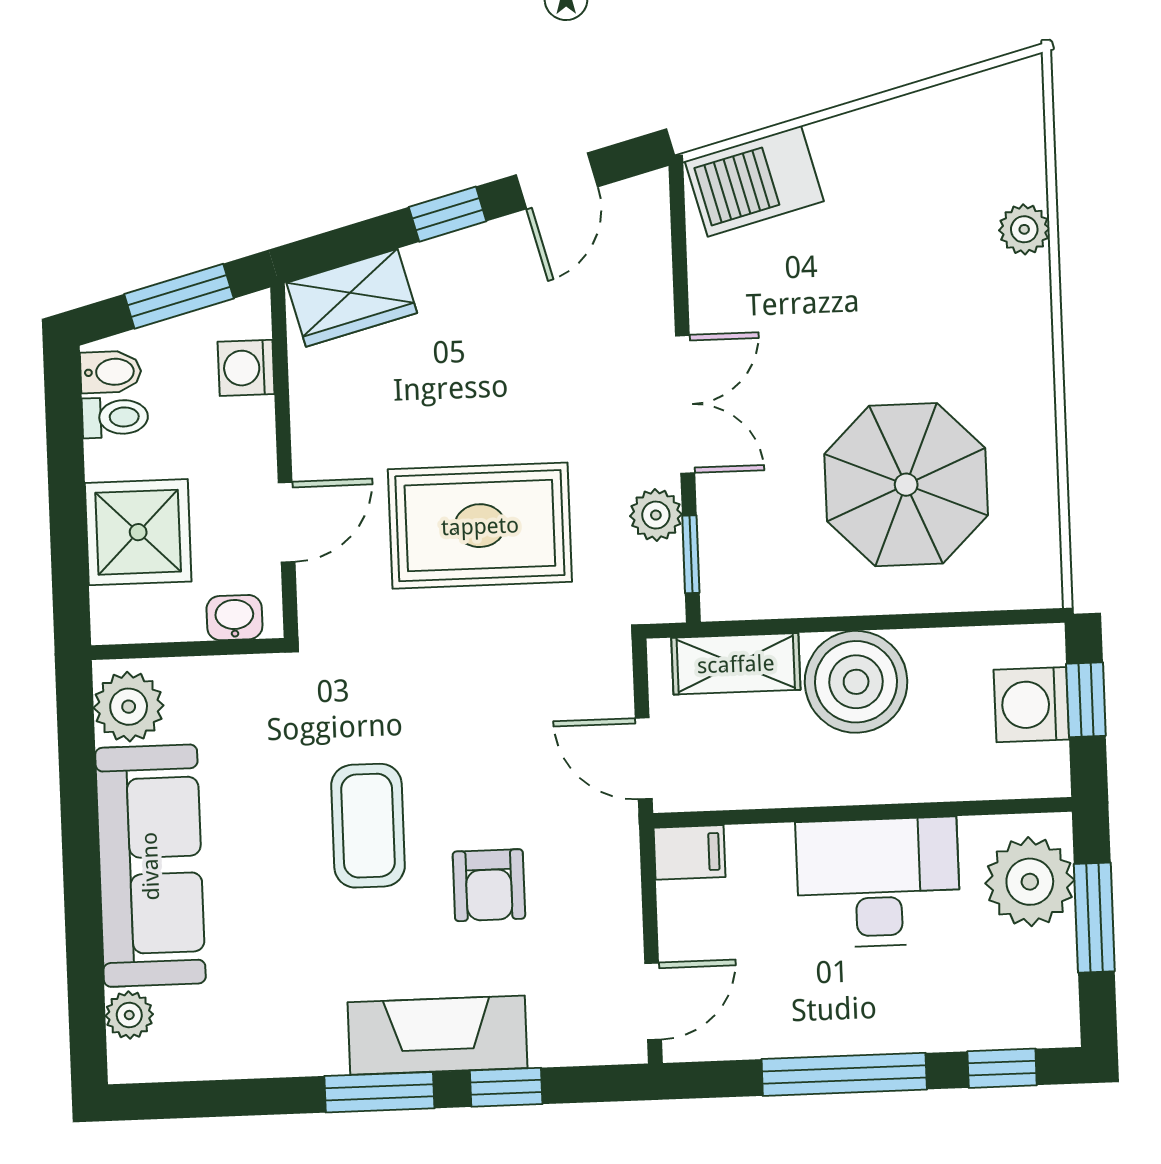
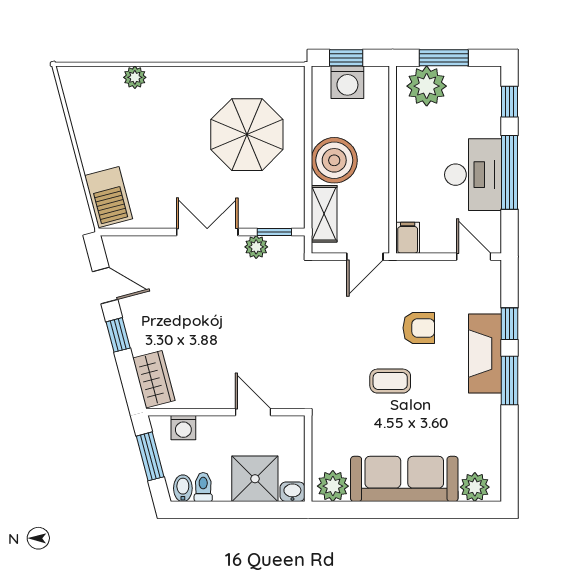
rug: (480, 526) -> (258, 326), removed
washbasin: (234, 618) -> (292, 492), moved, turned 90
coffee table: (368, 826) -> (390, 381), width x0.73, depth x0.77
desk: (878, 882) -> (473, 175), moved, turned 180
plant: (129, 1015) -> (475, 487), width x1.38, depth x1.38

